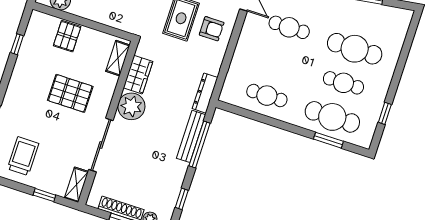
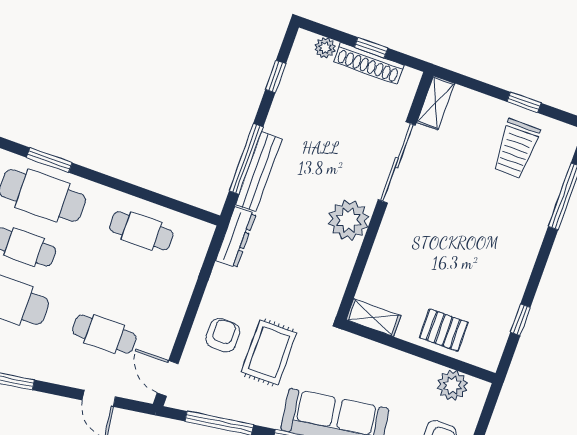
armchair: (212, 29) -> (223, 335), turned 90
pallet: (67, 36) -> (444, 330), turned 90
shelving: (118, 58) -> (373, 318), moved, turned 90
wardrobe: (138, 75) -> (337, 268), removed
pallet: (70, 93) -> (441, 243), removed
window: (44, 195) -> (524, 102), moved

